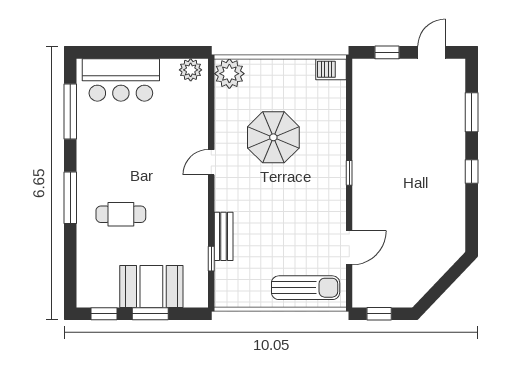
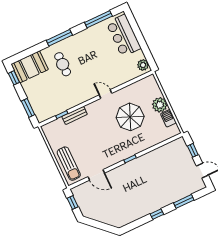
barbecue: (331, 69) -> (168, 118), moved
plant: (229, 74) -> (160, 105), moved
booth: (151, 287) -> (30, 67), moved, turned 90
window: (150, 314) -> (28, 108), moved

